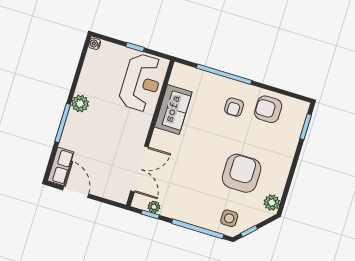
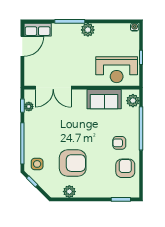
plant: (186, 74) -> (133, 101), added
plant: (272, 203) -> (69, 192), moved

